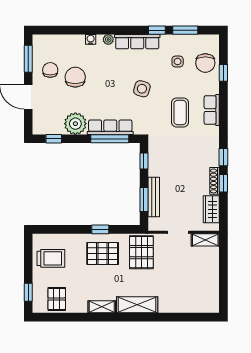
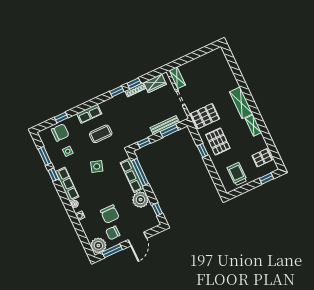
plant: (43, 45) -> (98, 245), added
chair: (75, 77) -> (110, 214), turned -90

